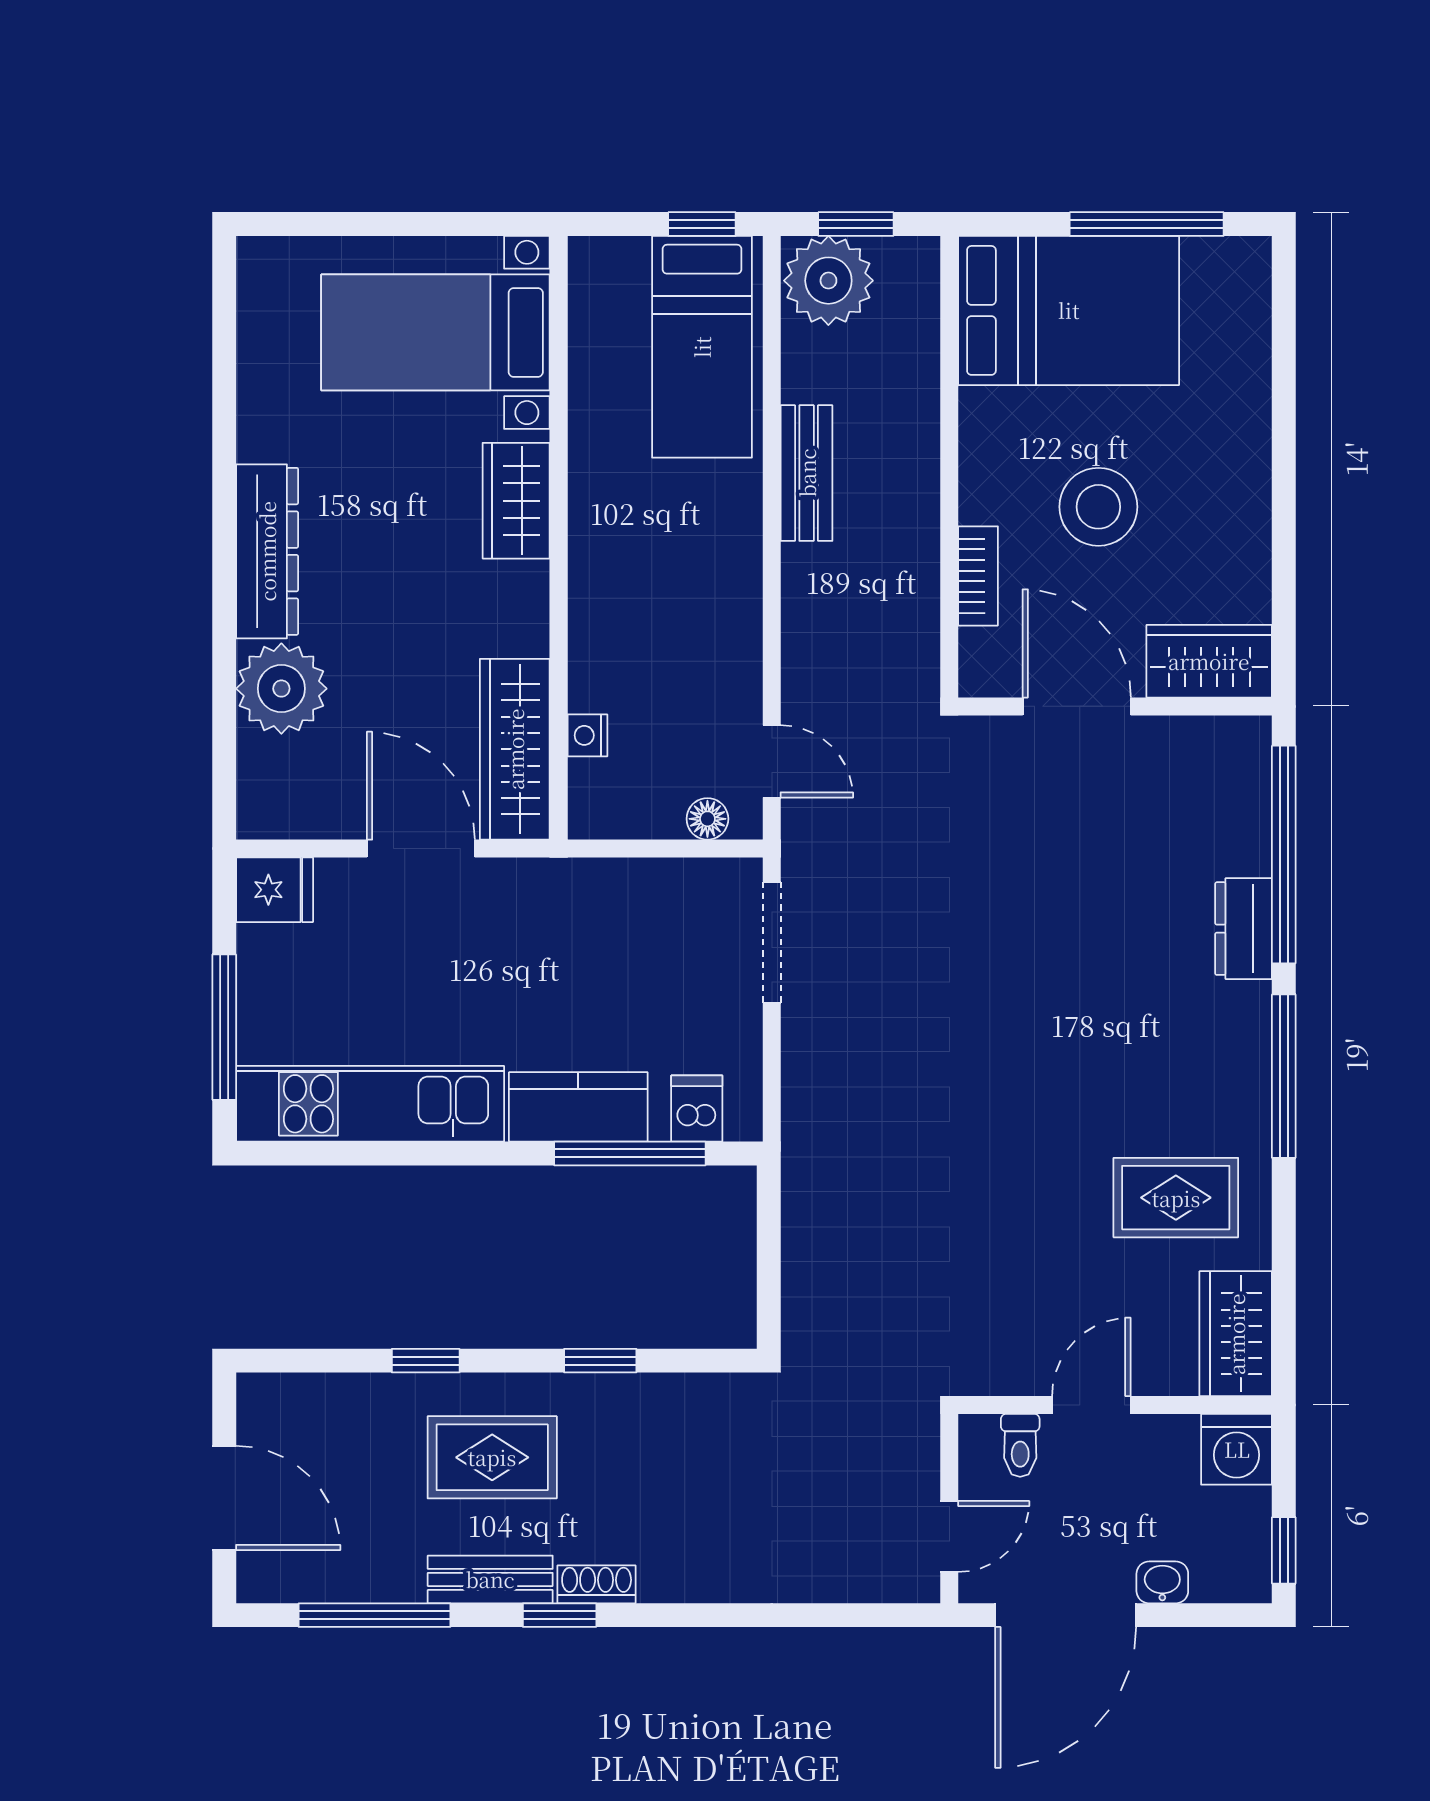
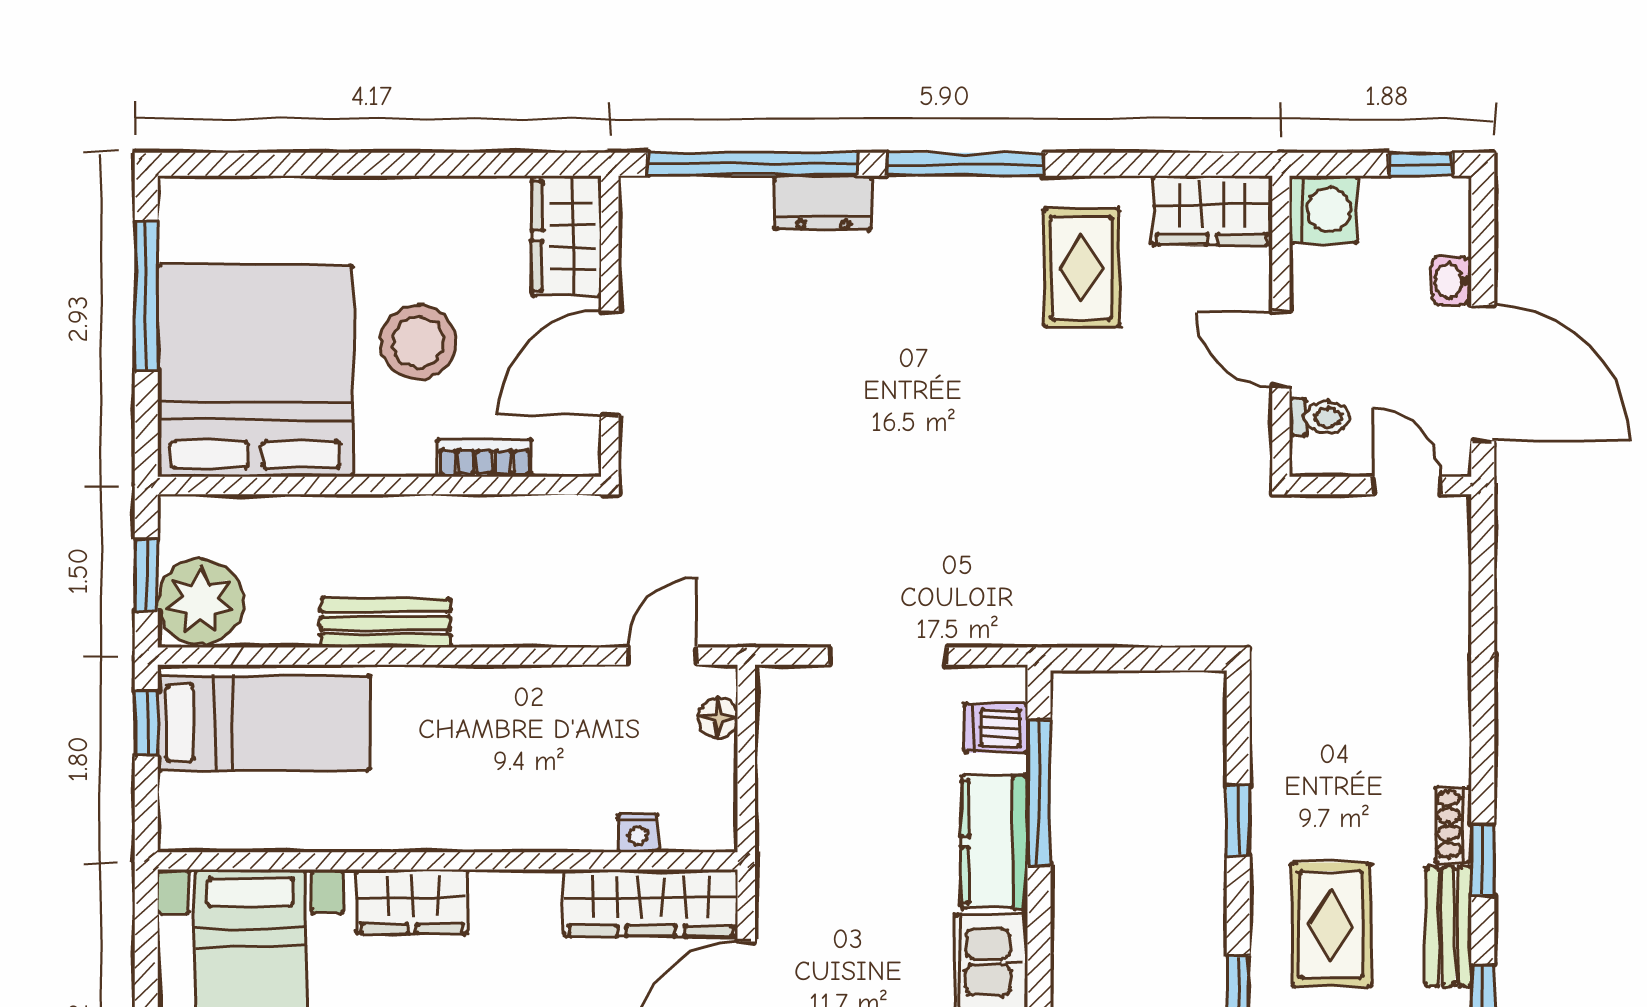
bed: (1069, 310) -> (255, 371), width x1.36
doorway: (772, 942) -> (888, 656), moved

